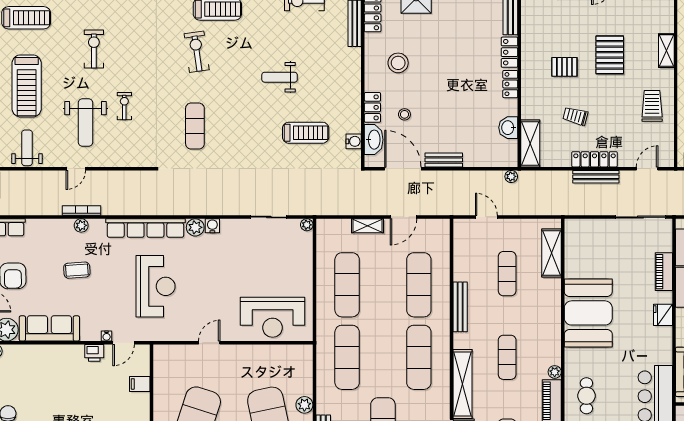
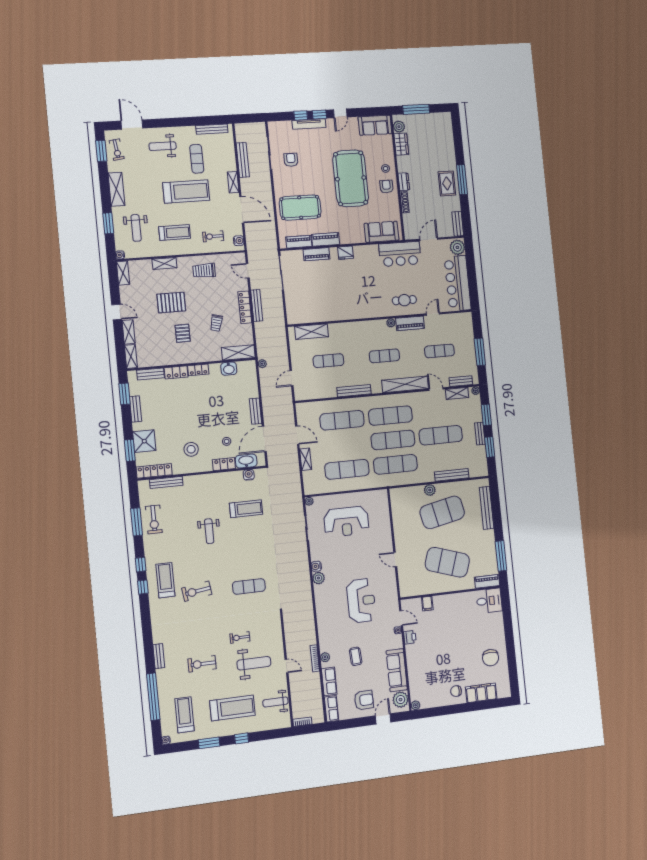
treadmill: (306, 133) -> (246, 509), turned 90
row of seats: (146, 228) -> (329, 681), moved, width x0.50
reception desk: (156, 286) -> (361, 601), turned 90
booth: (588, 313) -> (349, 303), removed
reception desk: (273, 317) -> (346, 522), moved, turned 90
exercise mat: (383, 357) -> (393, 440), added

